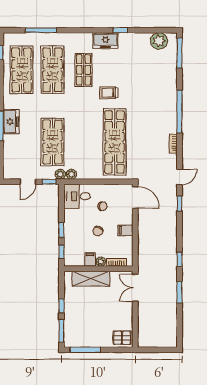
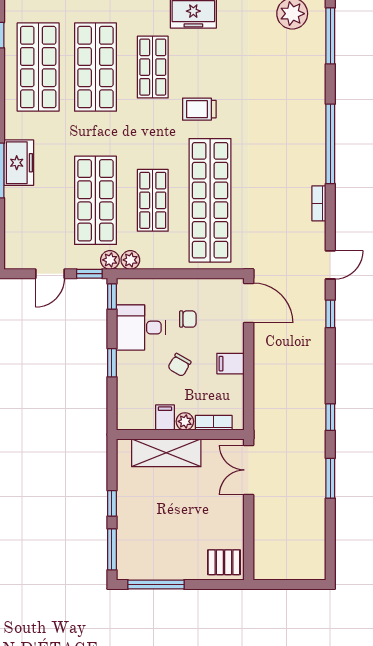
shop shelf: (83, 142) -> (153, 200), added
desk: (77, 196) -> (141, 328), moved
window: (61, 252) -> (112, 297), moved

